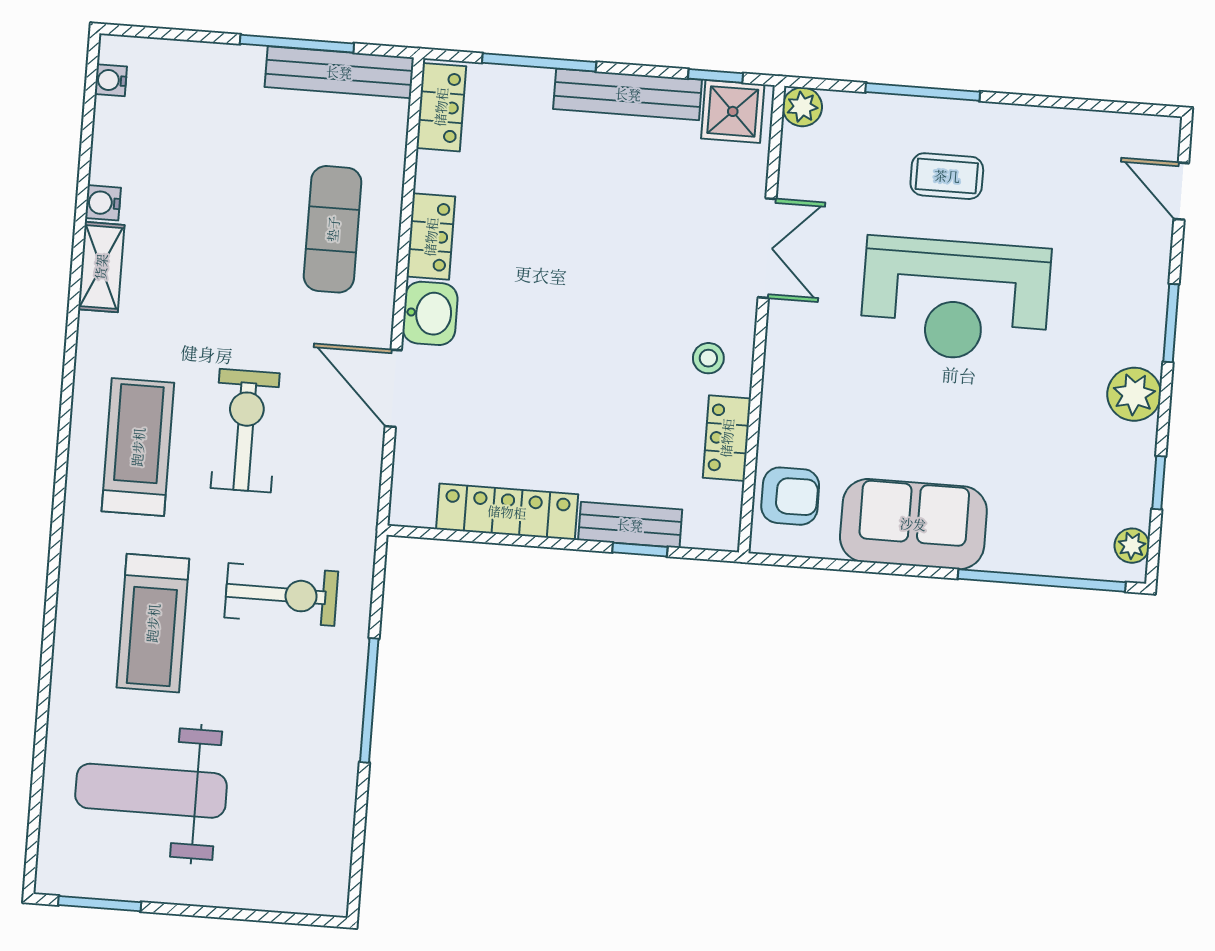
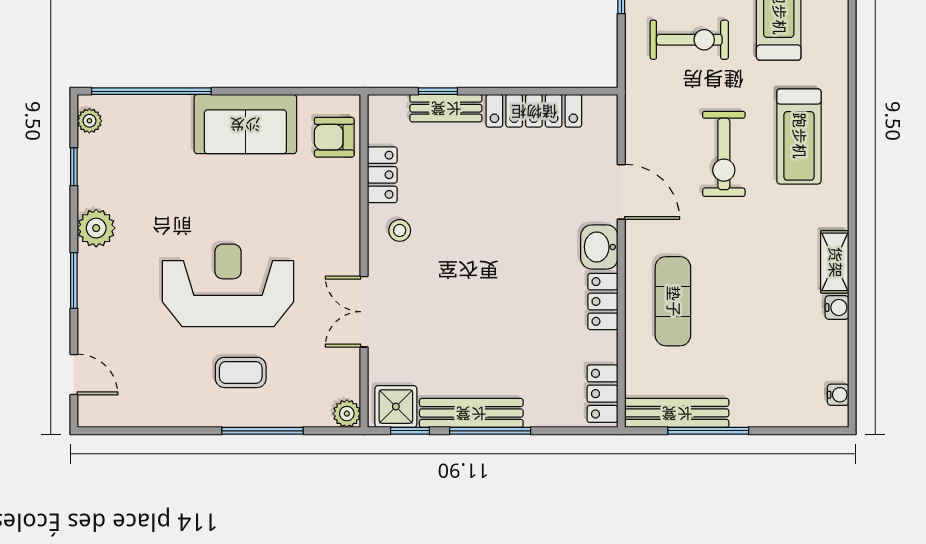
window: (539, 62) -> (490, 431), moved
exercise bike: (281, 595) -> (689, 40), turned 180

